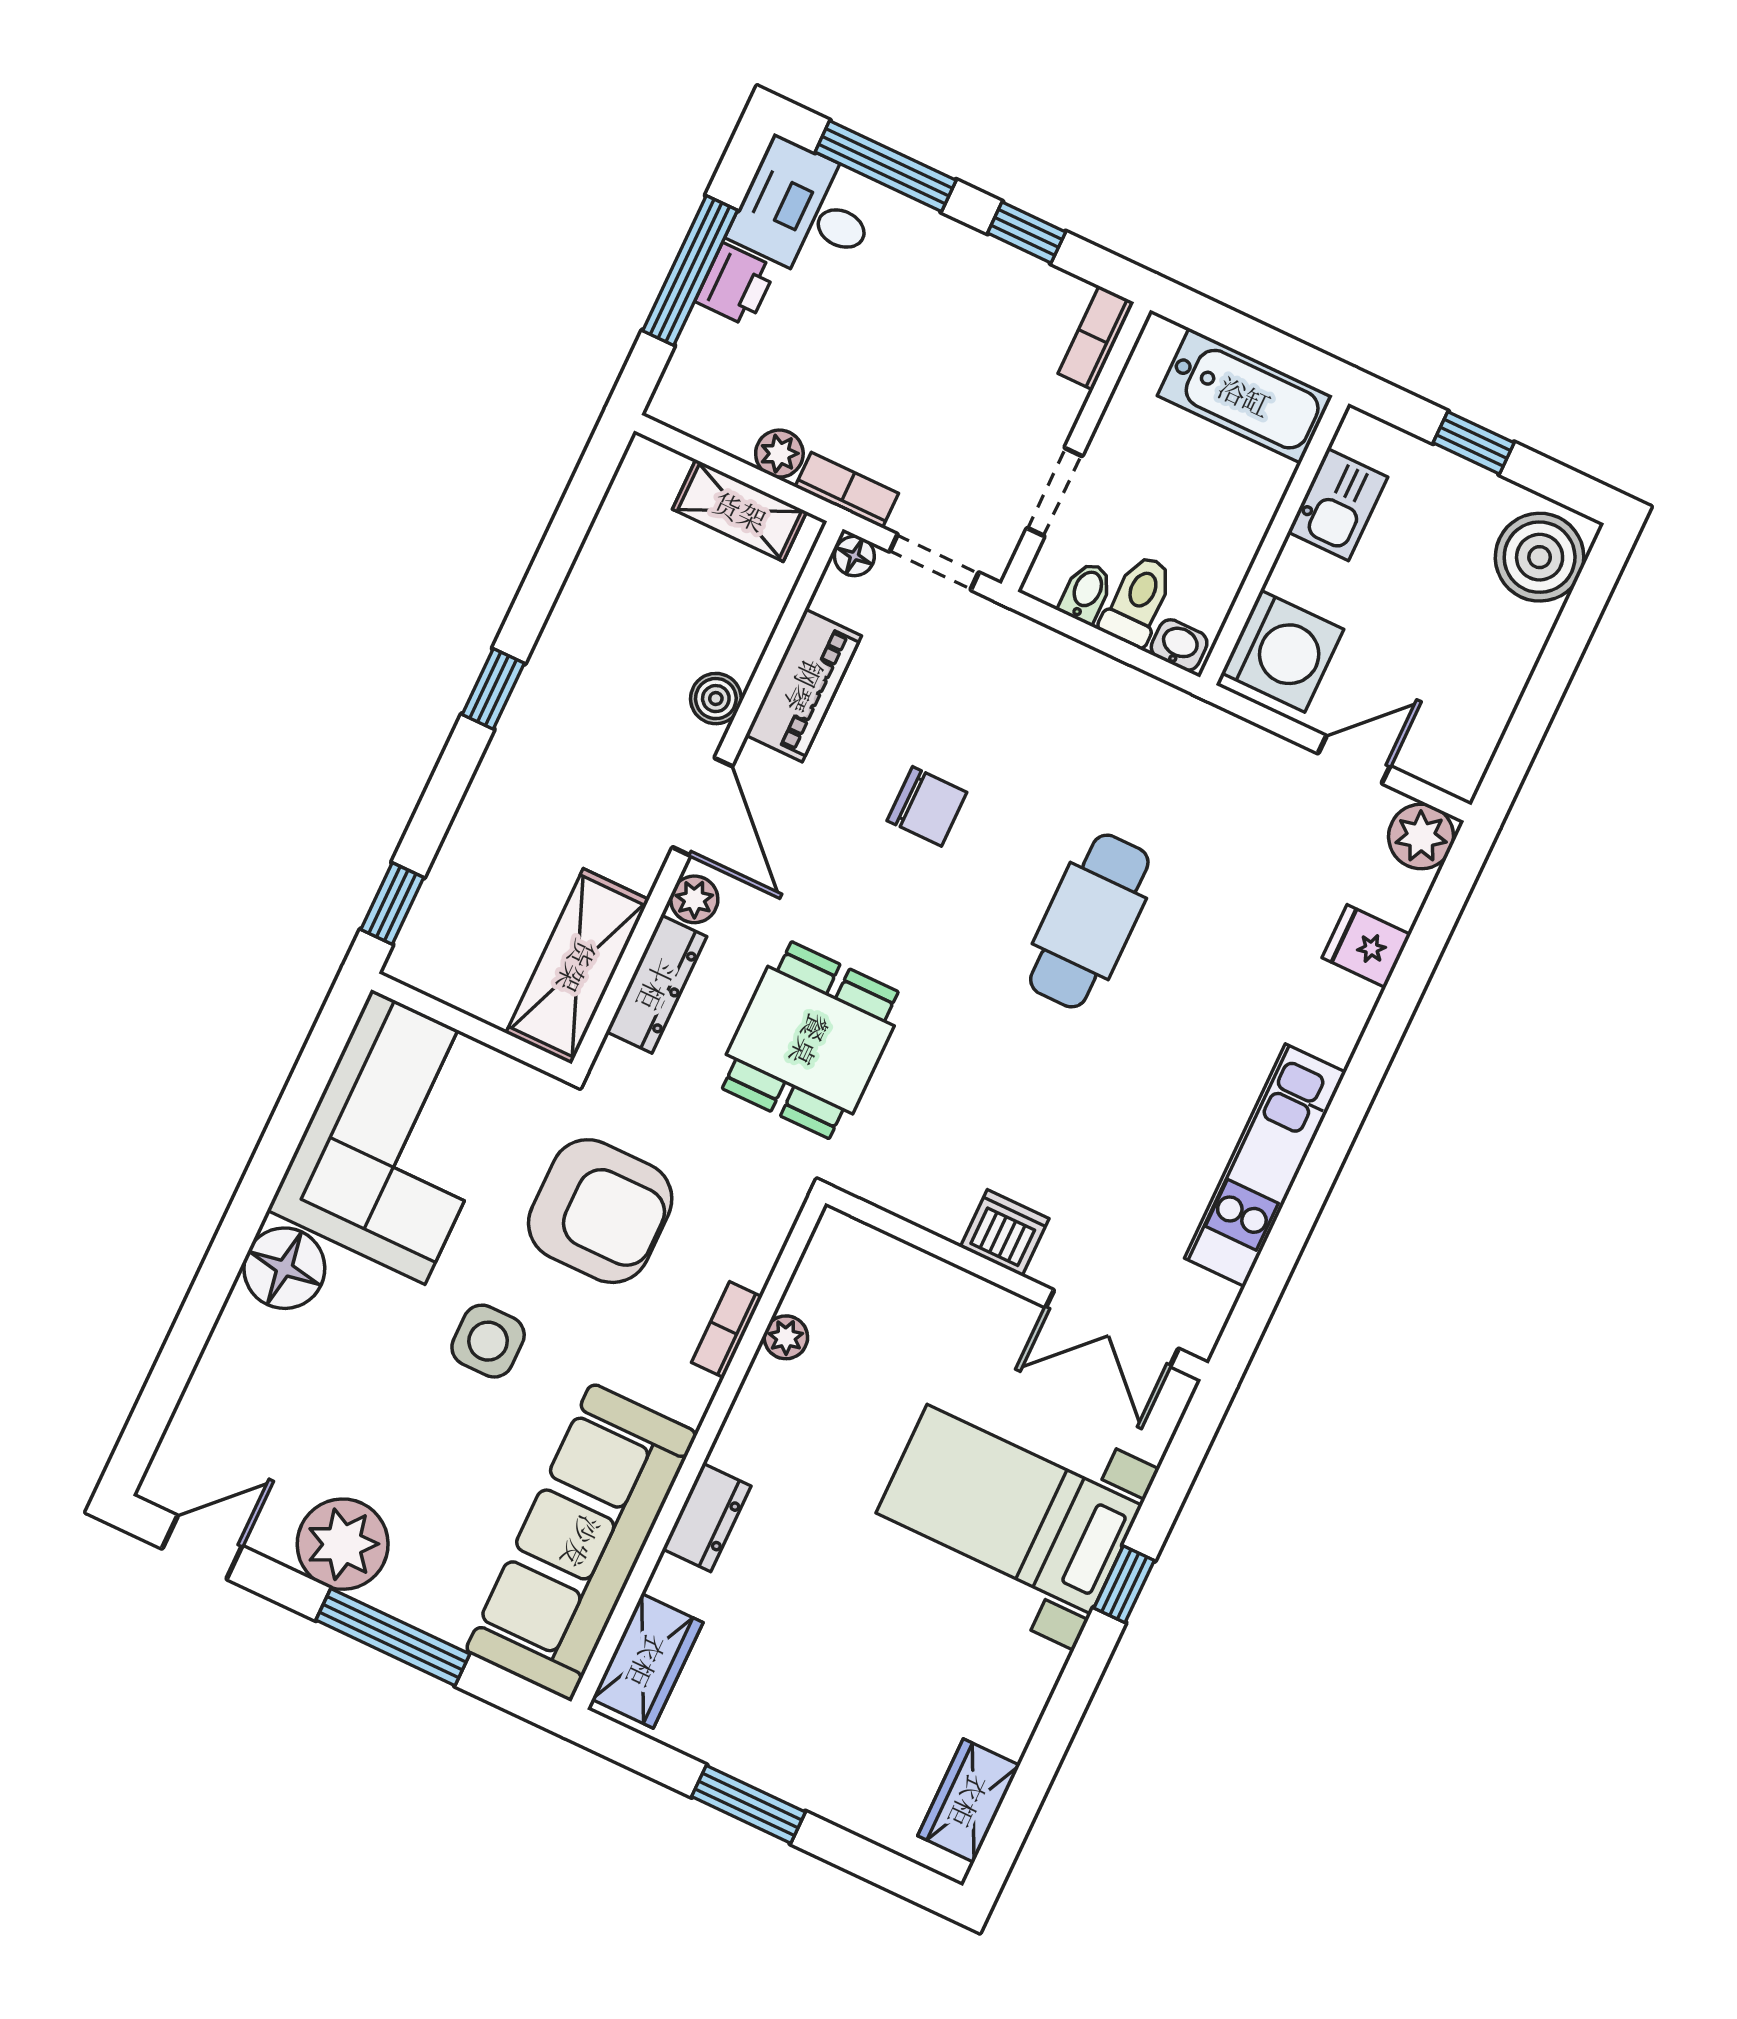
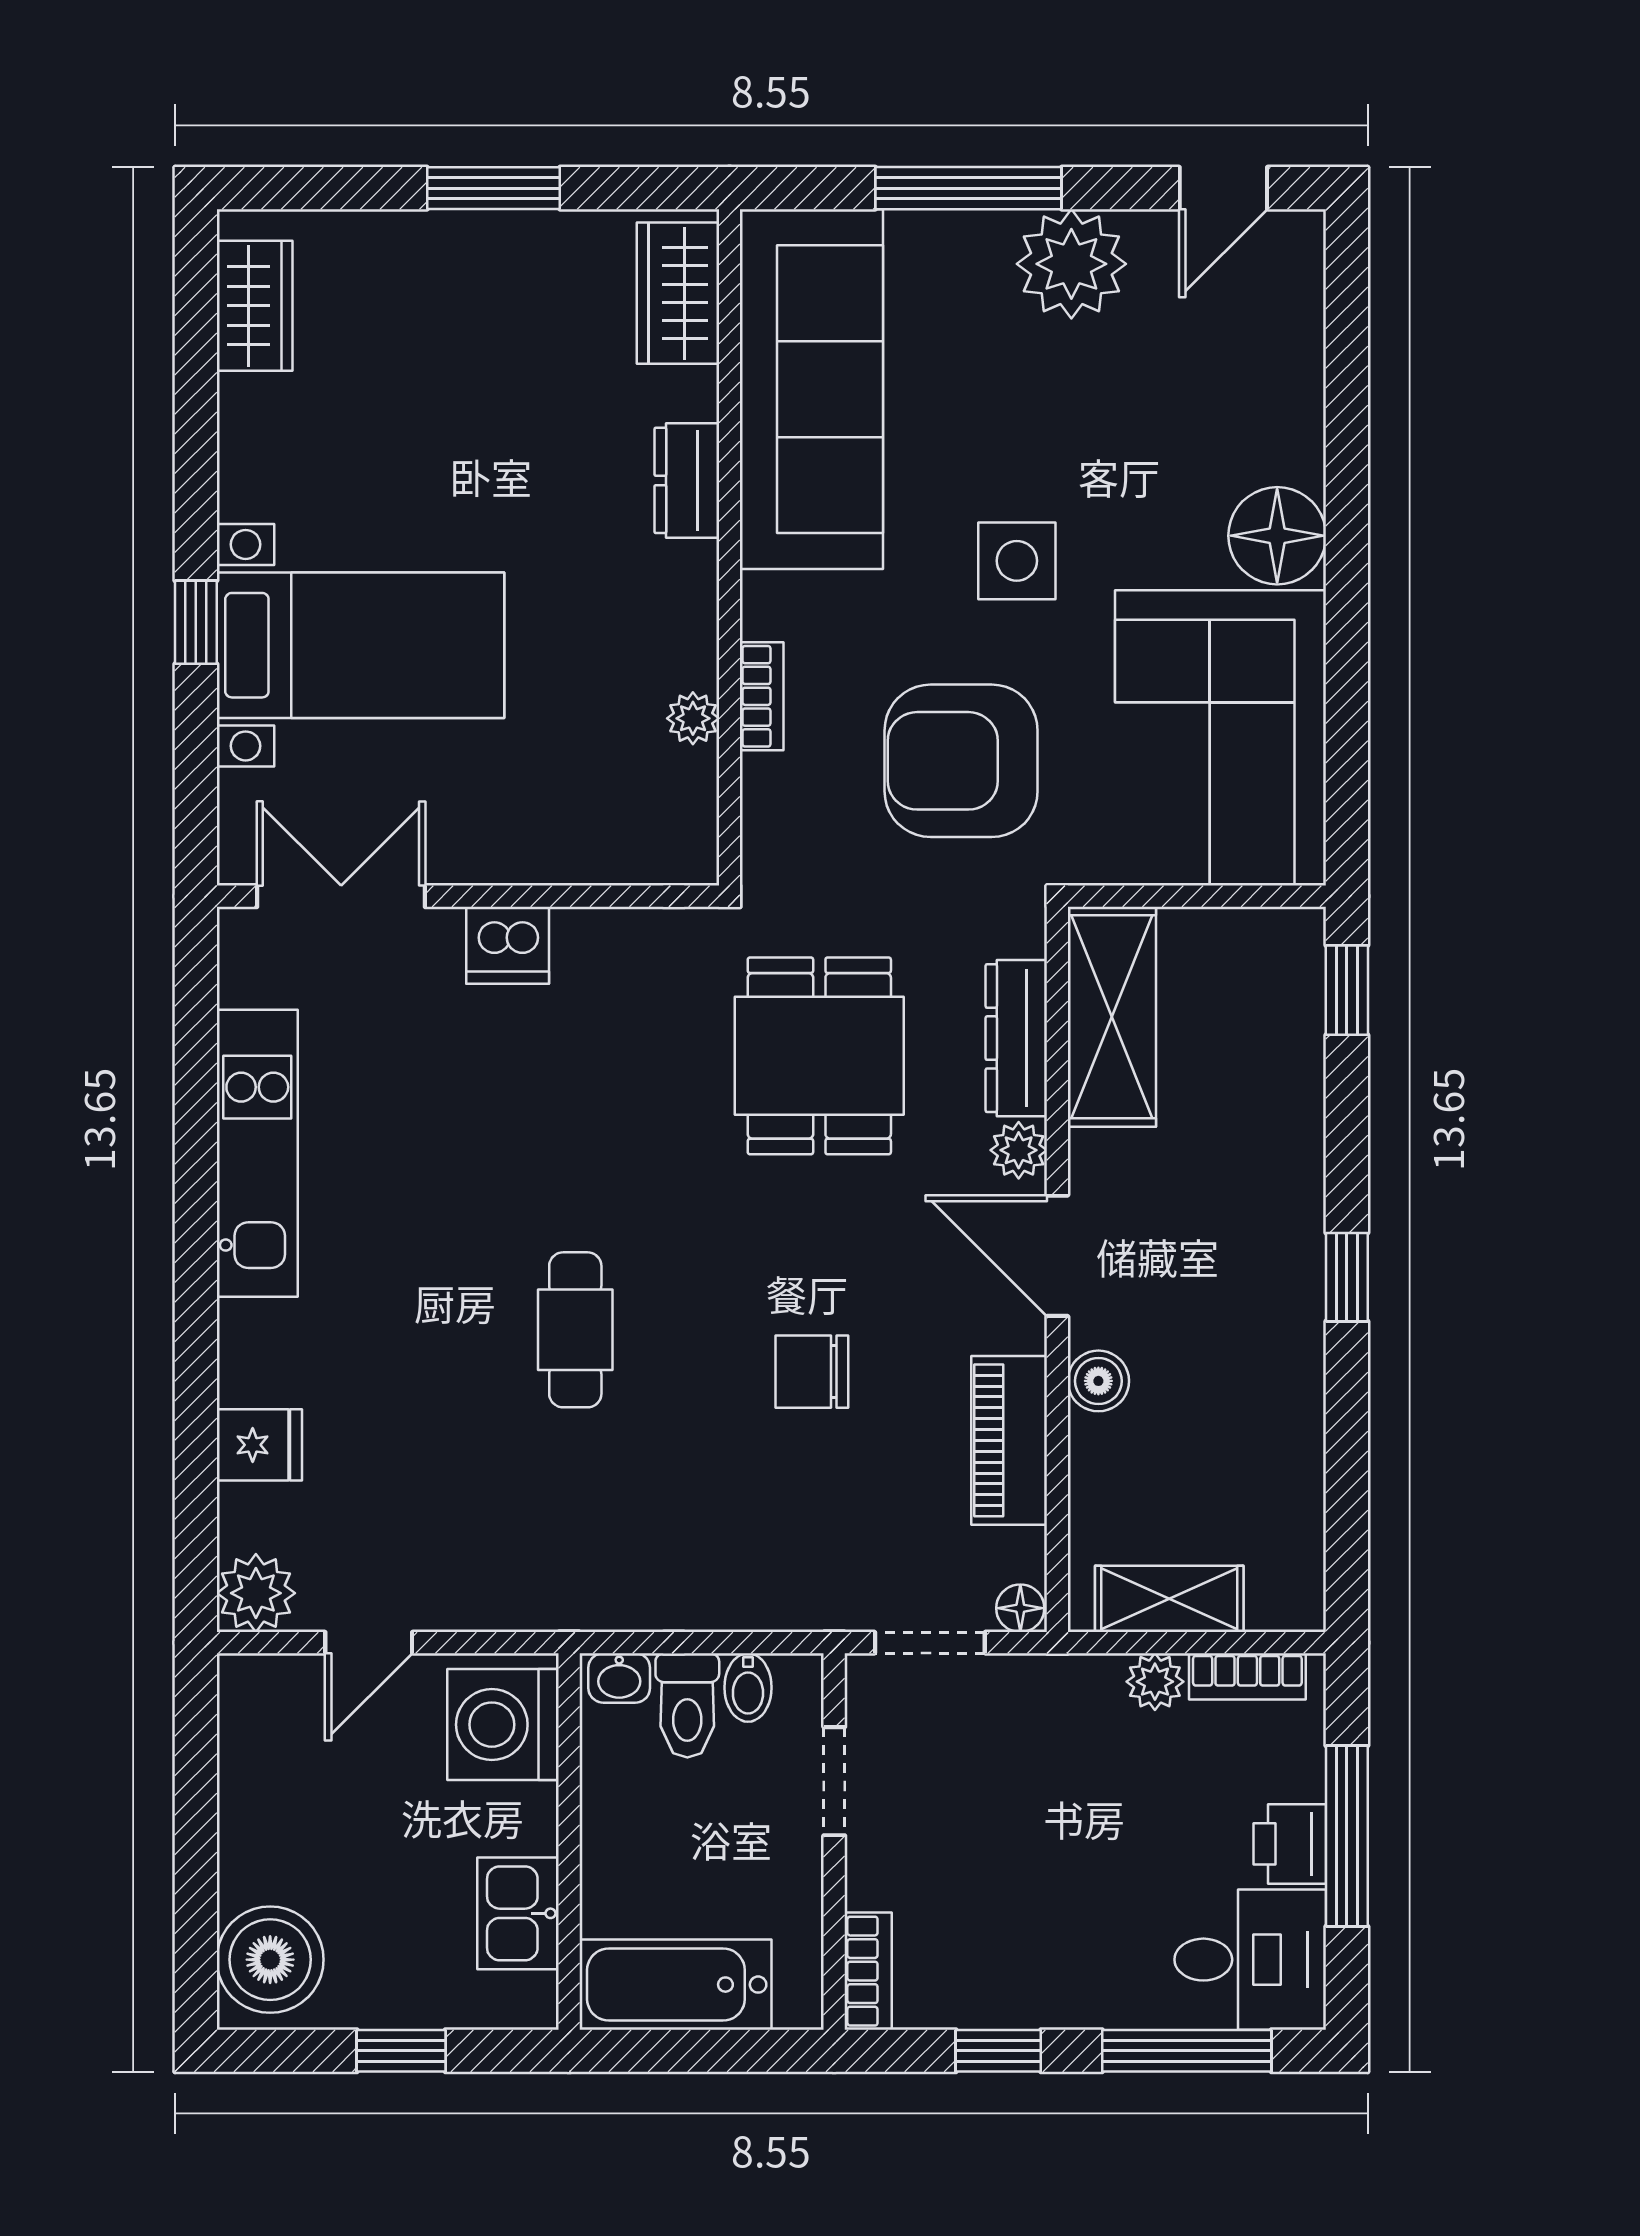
bookcase: (847, 490) -> (1247, 1676), moved
cafe table: (1089, 921) -> (575, 1330), width x0.73, depth x0.74

